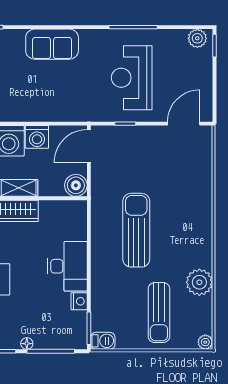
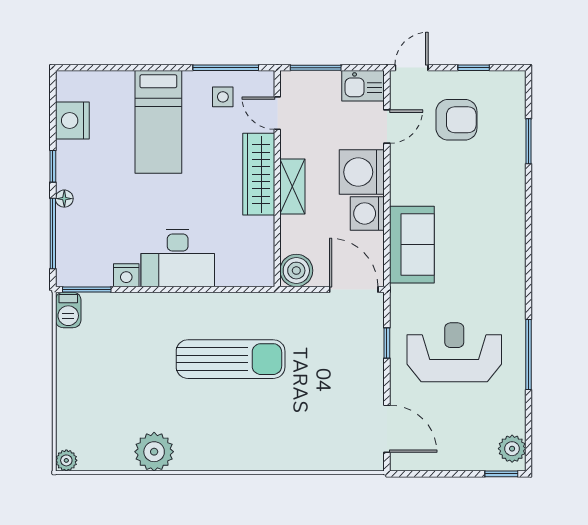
sofa: (52, 44) -> (412, 245), moved, turned 180
sun lounger: (159, 313) -> (110, 392), removed

